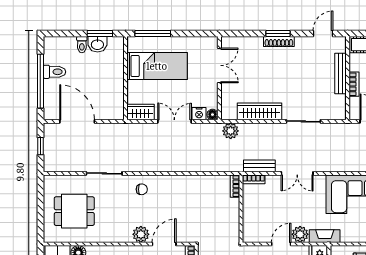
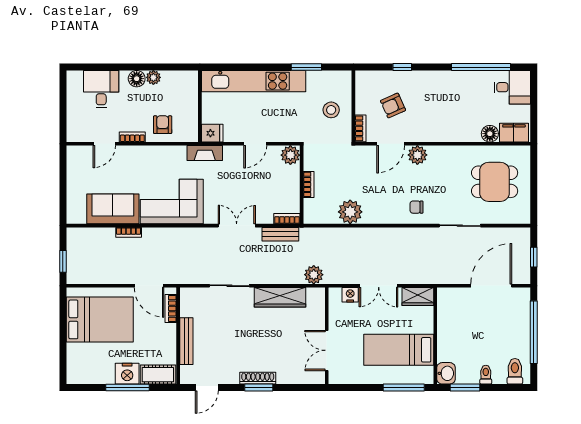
washbasin: (97, 44) -> (446, 373), moved, turned 90
toilet: (54, 72) -> (515, 371), moved, turned 90
bookcase: (354, 84) -> (171, 308), moved
floor lamp: (212, 115) -> (335, 294), removed
door: (77, 121) -> (491, 286), swing flipped
plant: (199, 185) -> (350, 212), added
bookcase: (235, 186) -> (309, 184), moved
plant: (300, 234) -> (290, 155), moved

